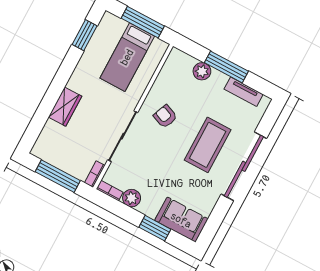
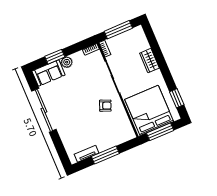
bed: (127, 57) -> (149, 110), width x2.04
plant: (202, 71) -> (113, 141), removed
coffee table: (208, 145) -> (75, 115), removed
sliding door: (244, 166) -> (44, 110), moved
plant: (132, 198) -> (67, 62), moved

